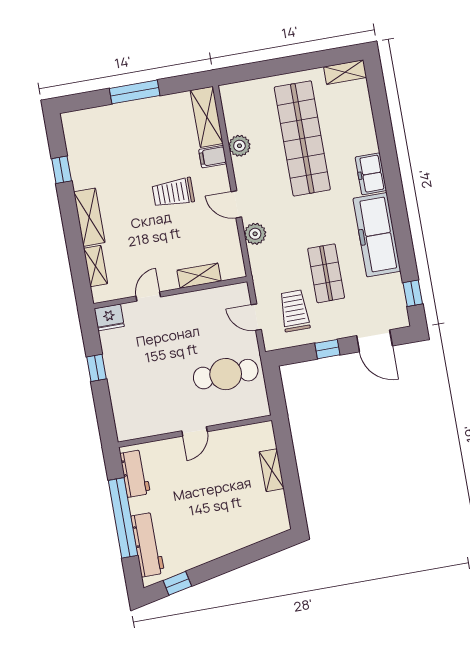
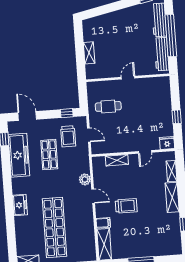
plant: (239, 146) -> (88, 227), removed
freezer: (377, 235) -> (19, 155), moved
window: (327, 349) -> (67, 113), moved
cafe table: (226, 374) -> (108, 106), width x0.73, depth x0.74
workbench: (135, 473) -> (162, 54), width x1.38

